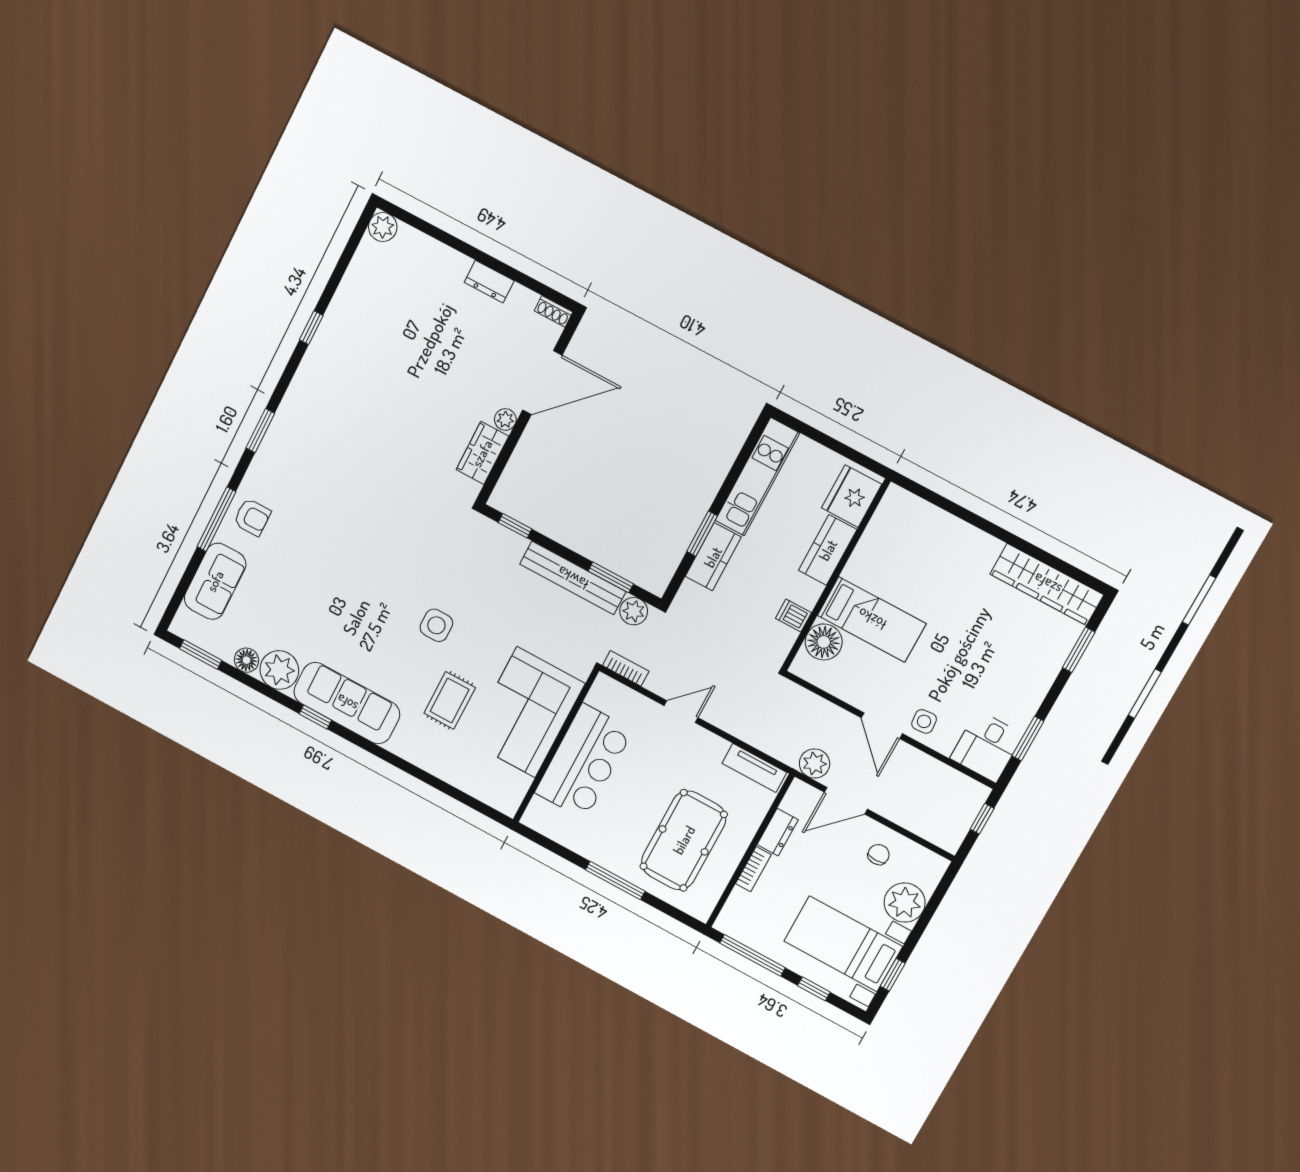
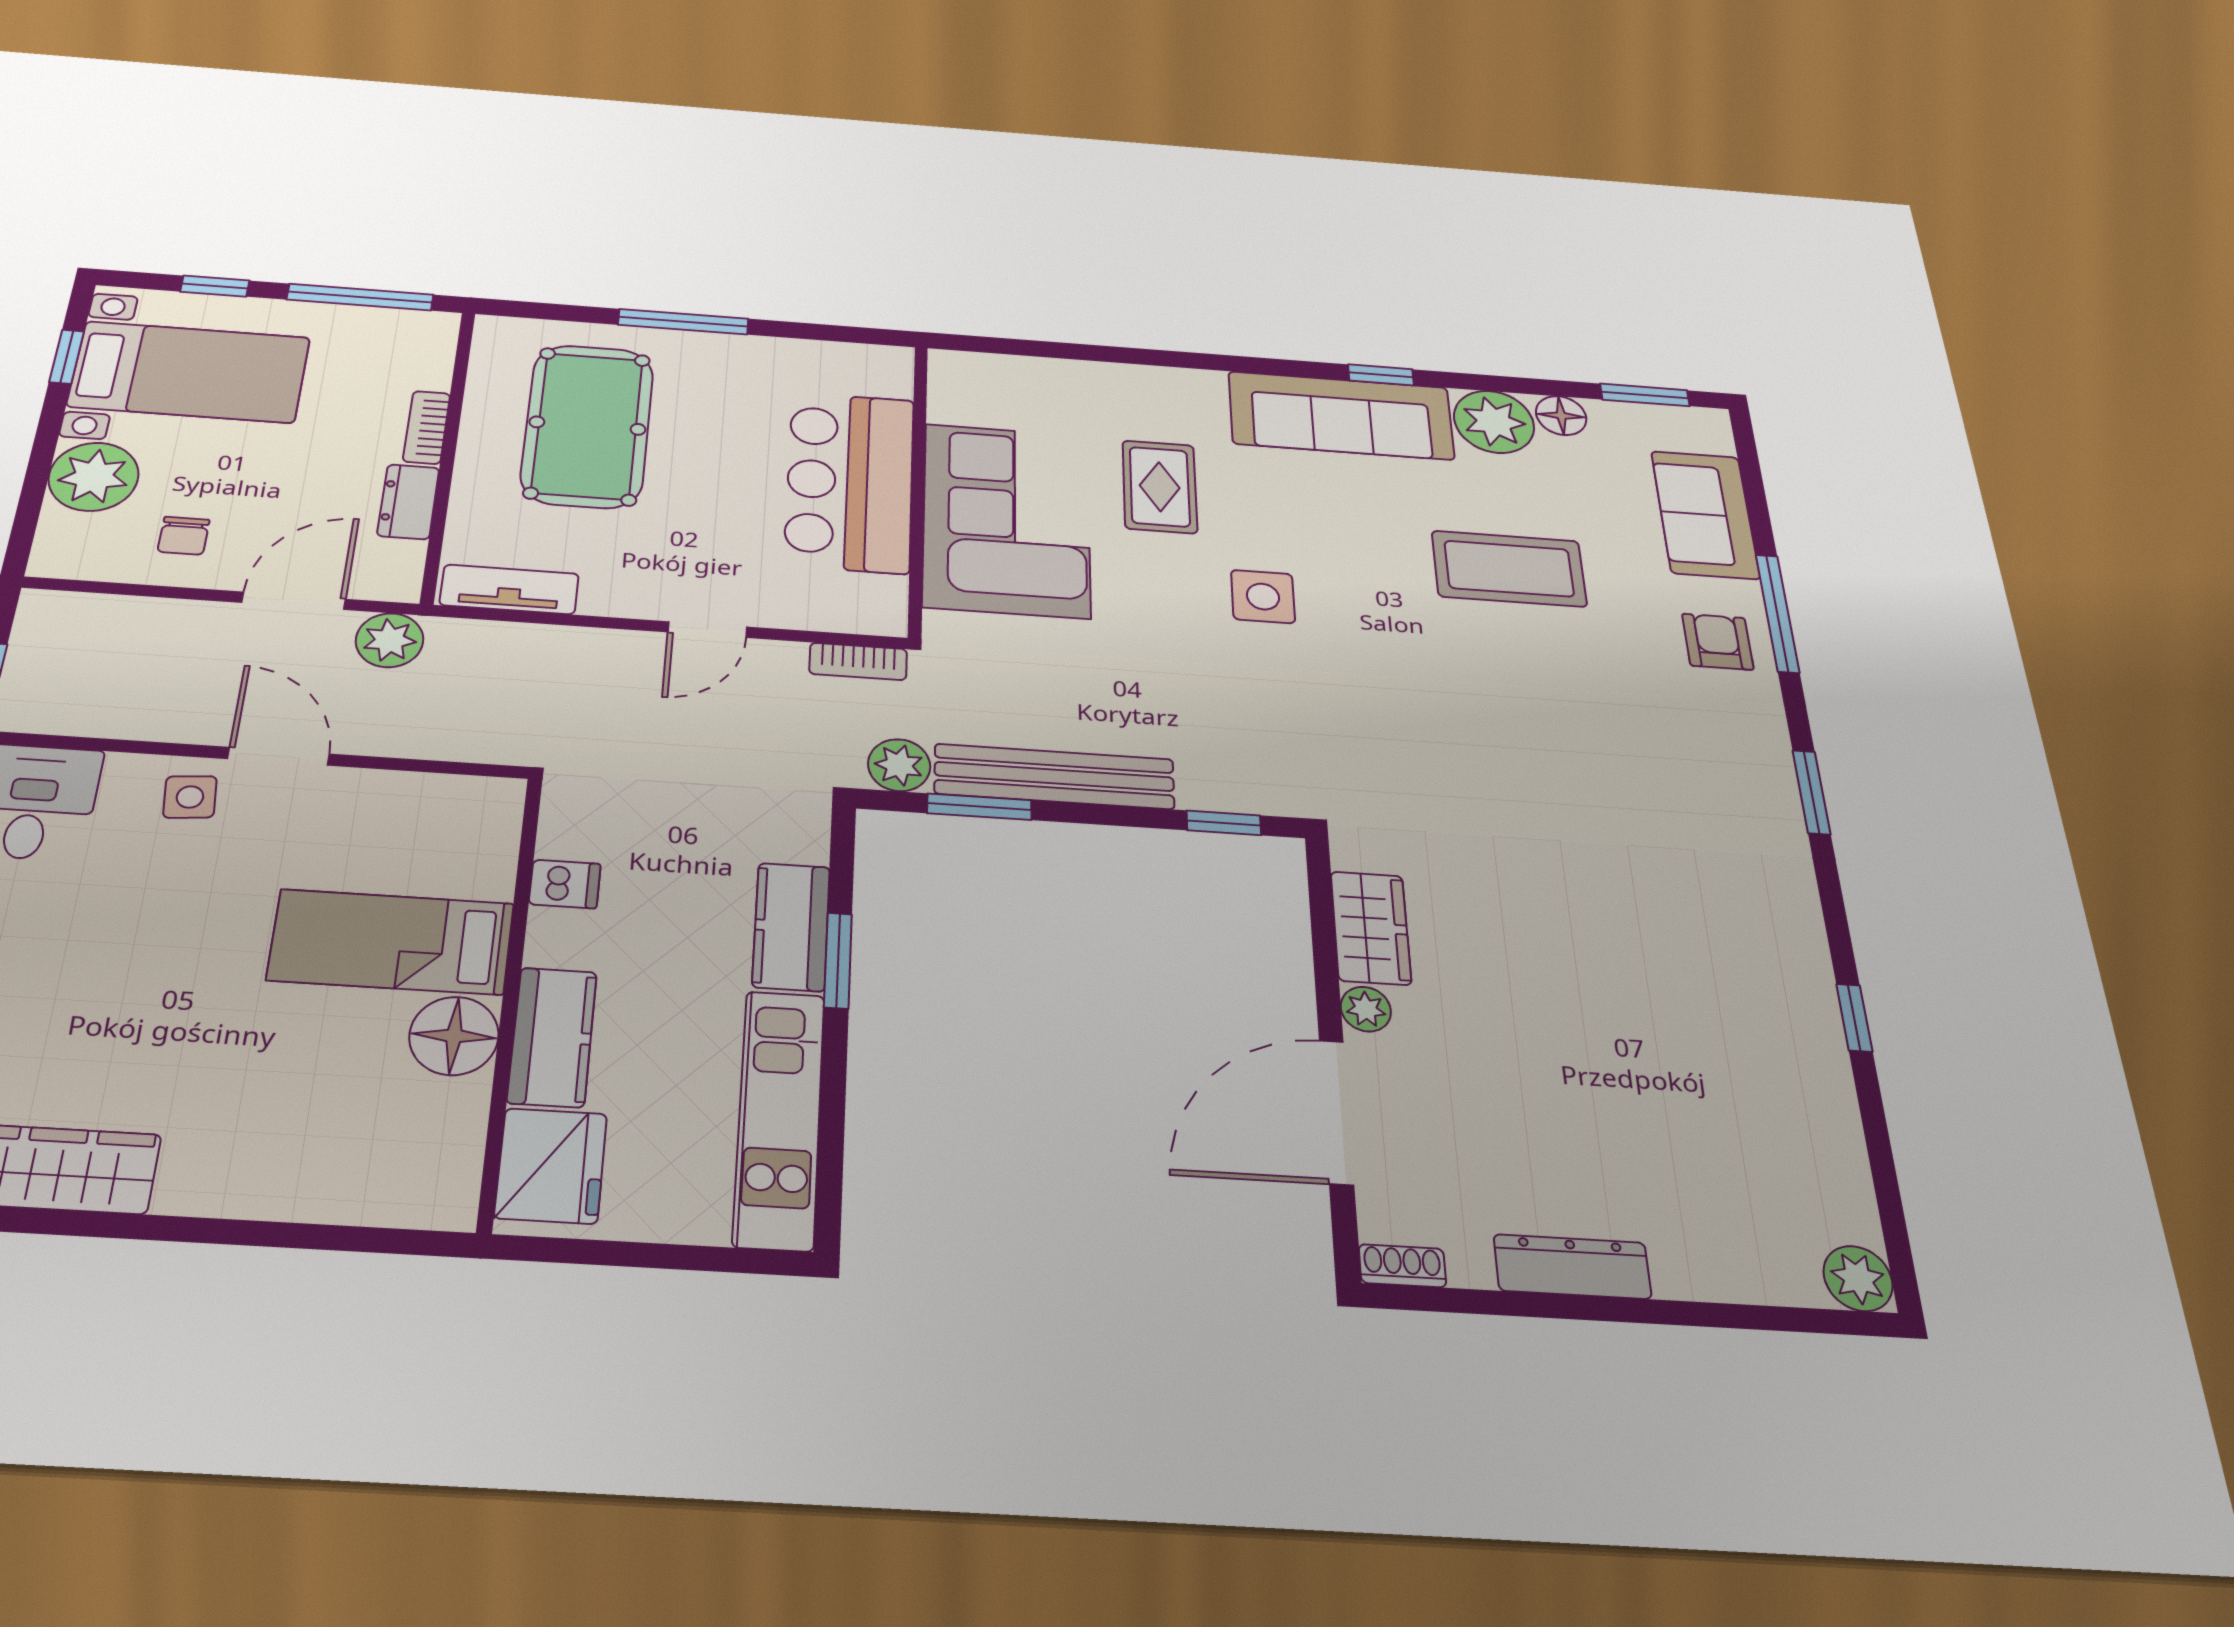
dresser: (489, 282) -> (1572, 1267), width x1.44
armchair: (252, 517) -> (1718, 642), turned 90
coffee table: (320, 592) -> (1509, 569), added
floor lamp: (824, 642) -> (454, 1036), moved

